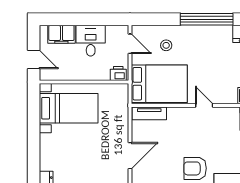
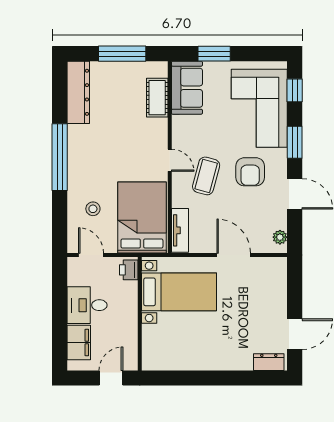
door: (130, 44) -> (91, 255), hinge flipped
door: (204, 105) -> (170, 160), swing flipped
bed with nightstands: (69, 108) -> (179, 292), moved, turned 90
coffee table: (192, 134) -> (206, 176), added

